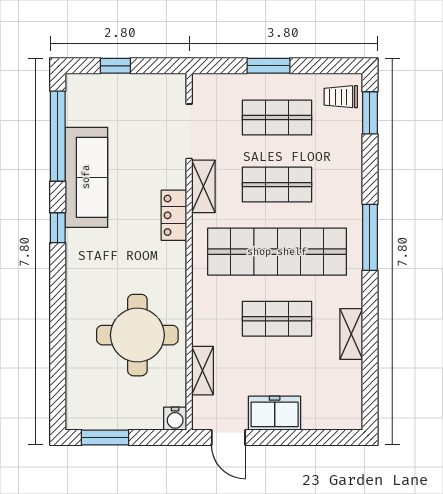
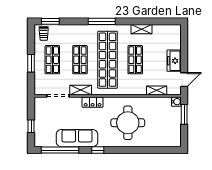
round table: (137, 335) -> (128, 123), moved
window: (105, 437) -> (184, 114), moved

